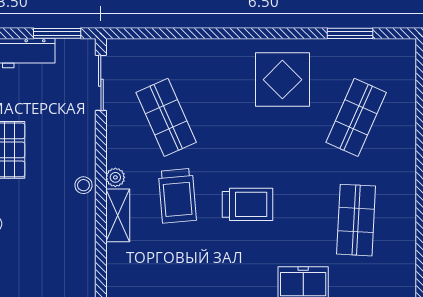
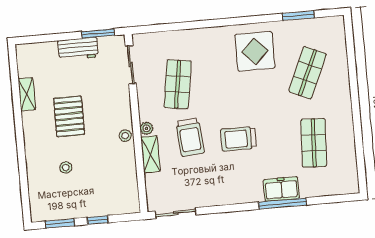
shop shelf: (166, 117) -> (178, 84), turned 33
trolley: (248, 204) -> (239, 139), turned 180

